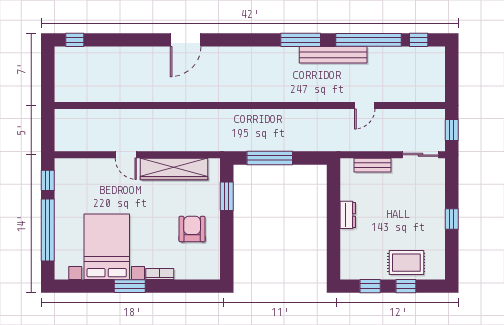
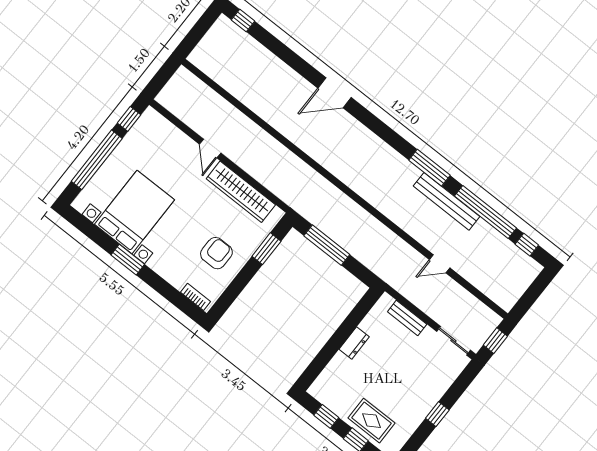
bookcase: (160, 274) -> (196, 297), moved

